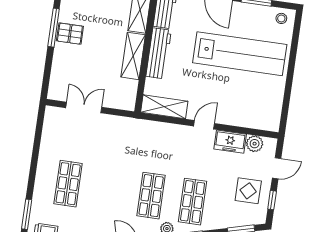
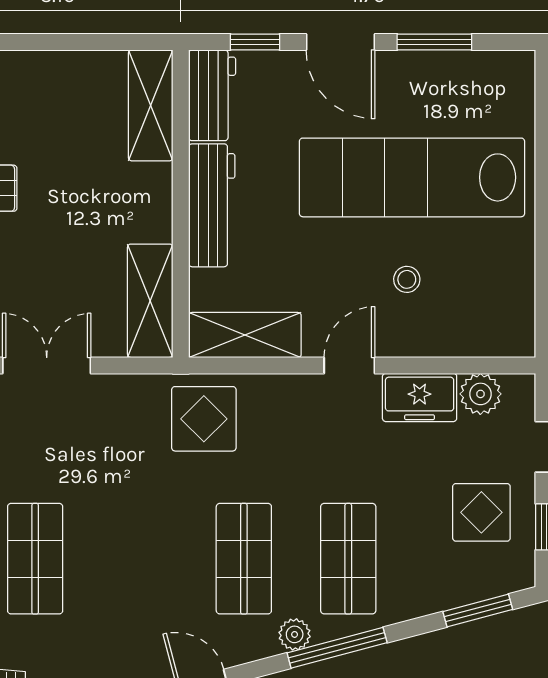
stool: (281, 18) -> (407, 279), moved
lab bench: (240, 54) -> (412, 177), turned 180
shelving: (133, 56) -> (150, 301), moved
display table: (143, 138) -> (204, 419), added

